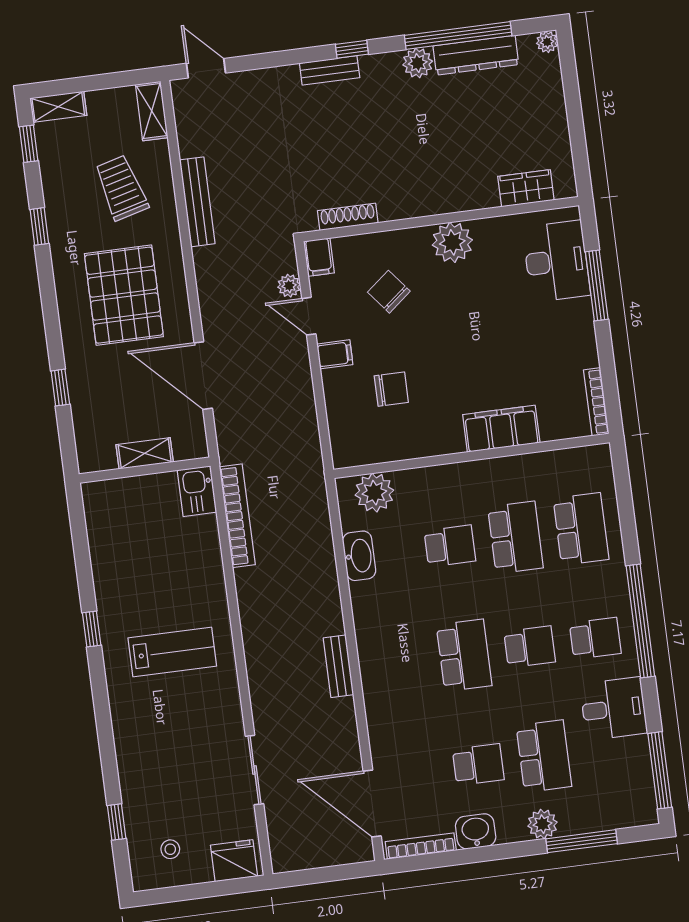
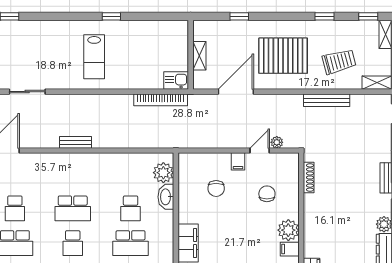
filing cabinet: (319, 257) -> (290, 249), moved
chair: (389, 292) -> (267, 194), turned -51
washbasin: (359, 556) -> (166, 197), moved, turned 90

